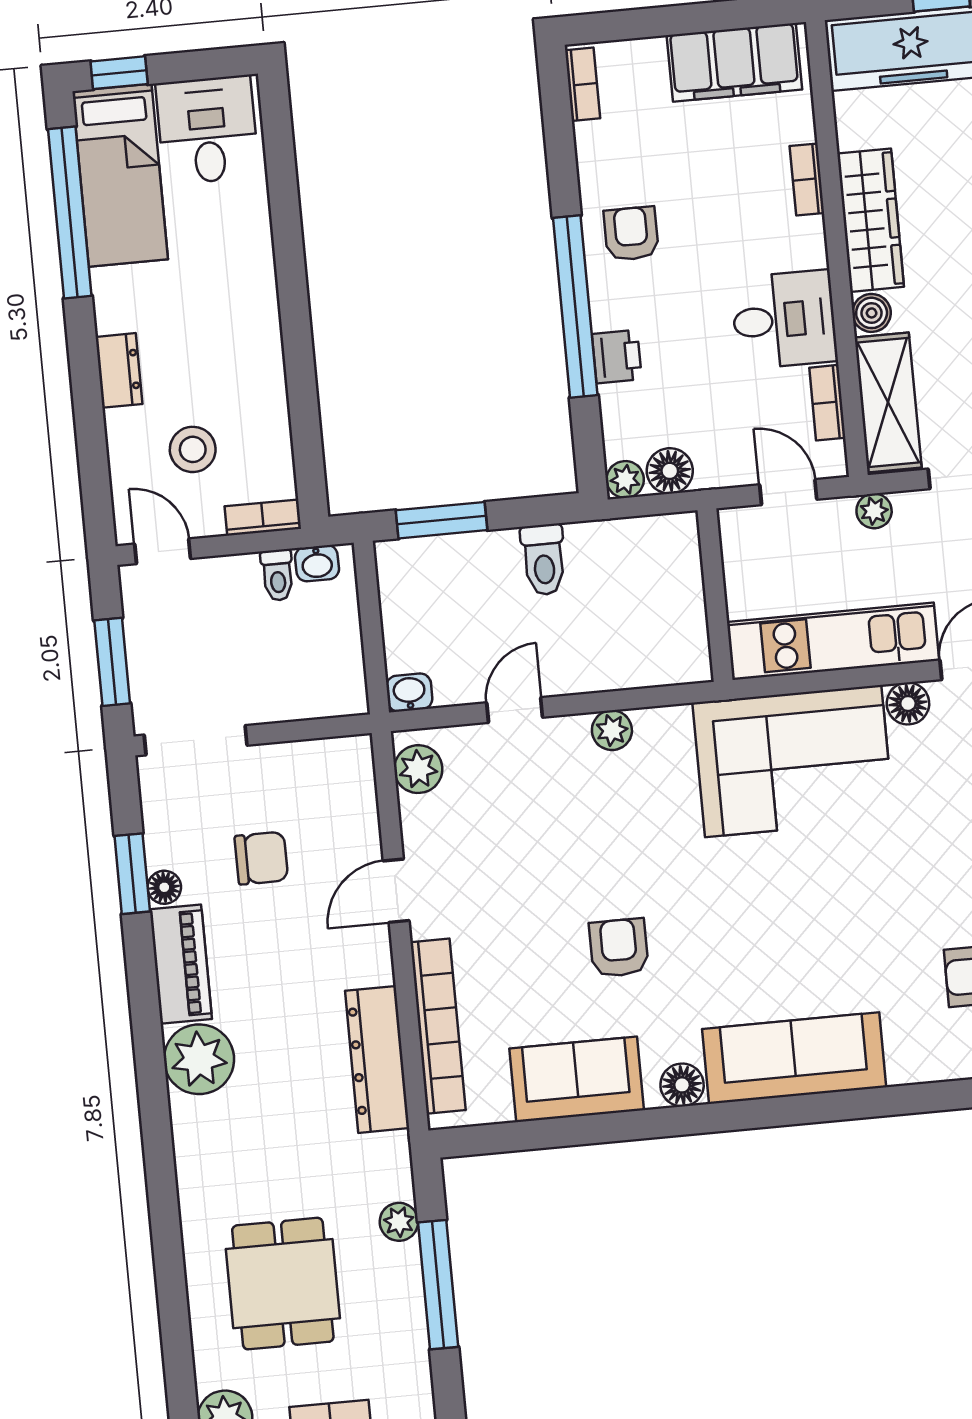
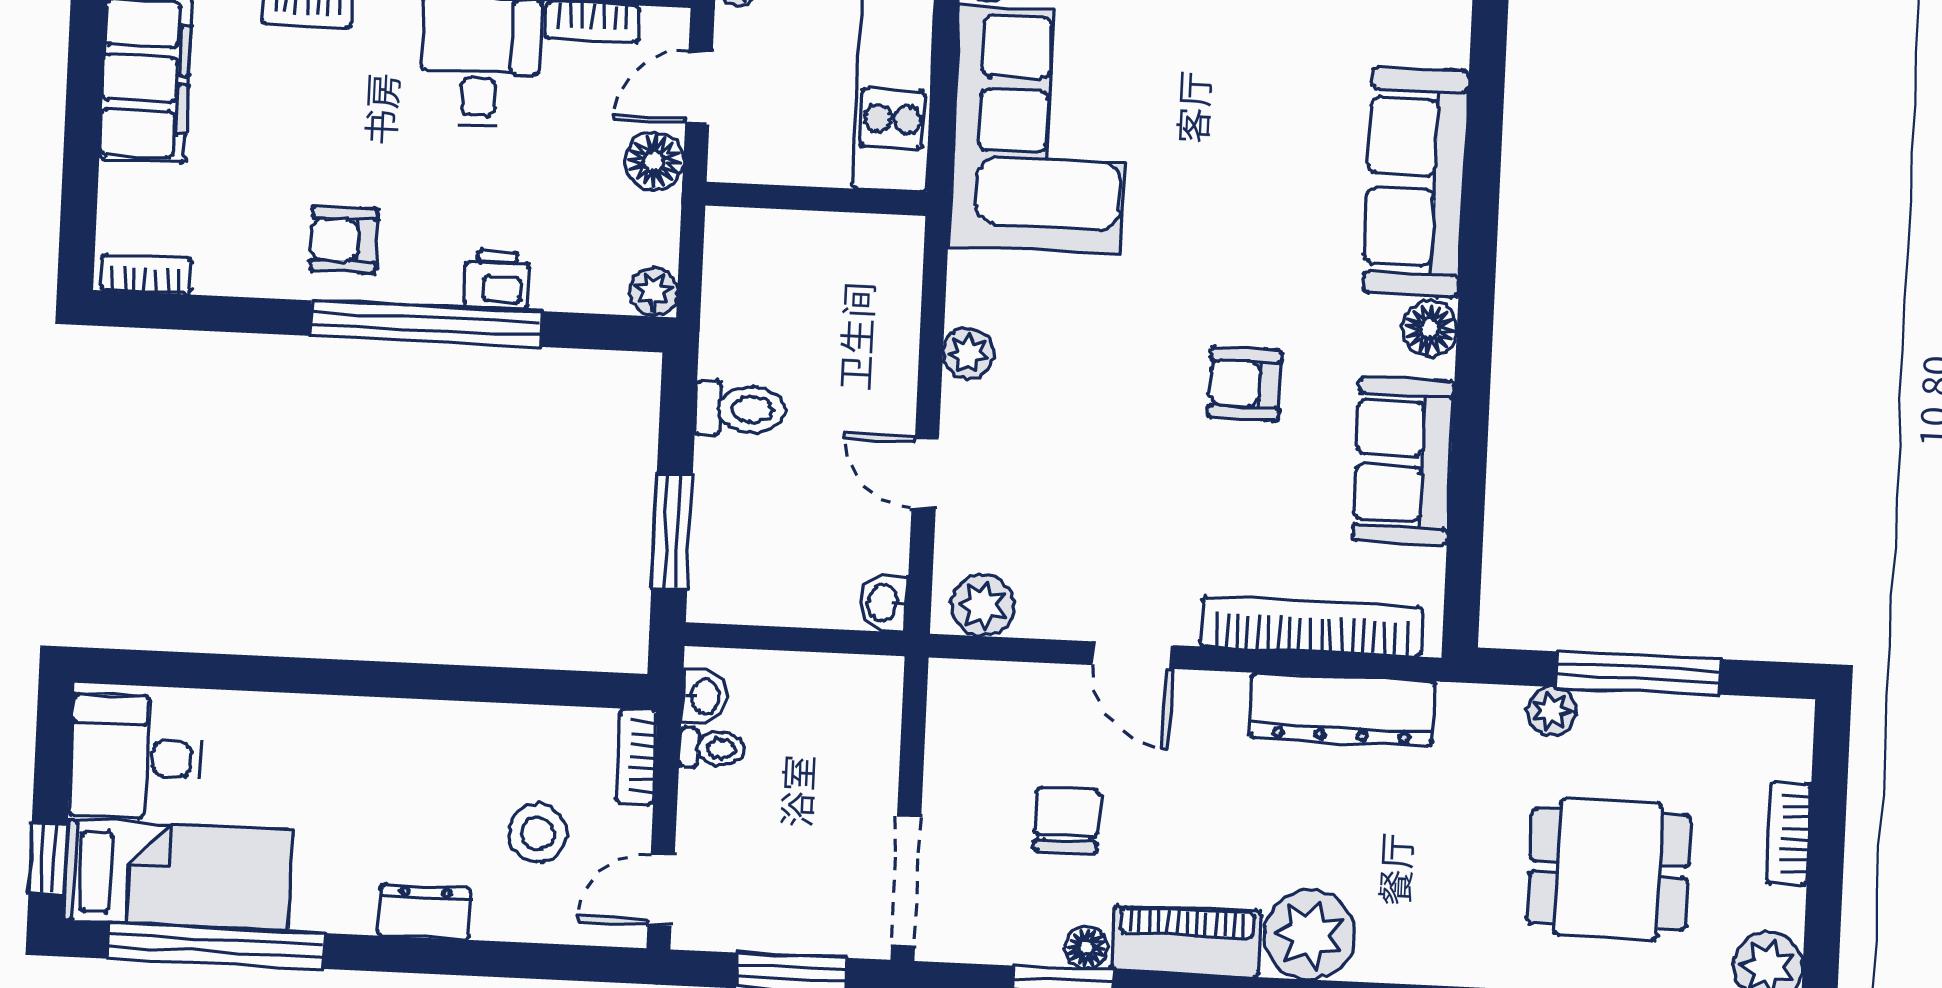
floor lamp: (670, 471) -> (654, 161), moved

